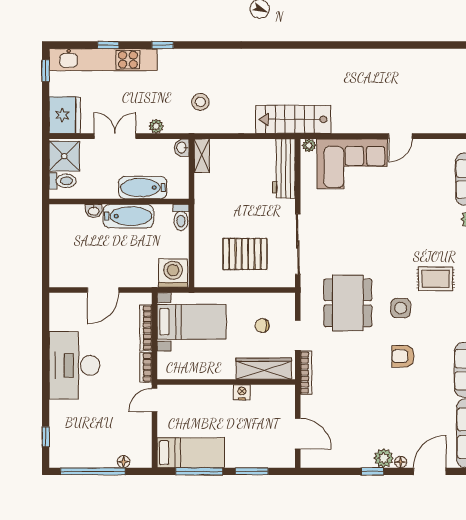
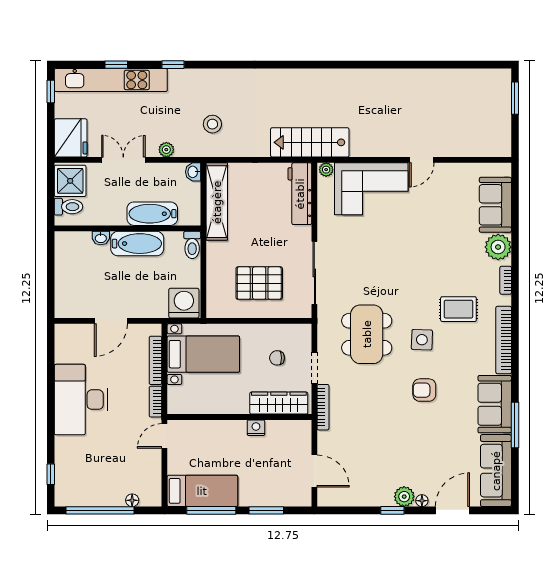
shelving: (202, 156) -> (217, 202), width x2.20, depth x1.33

